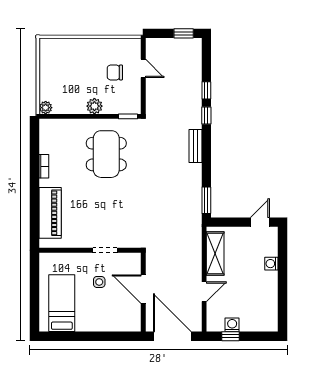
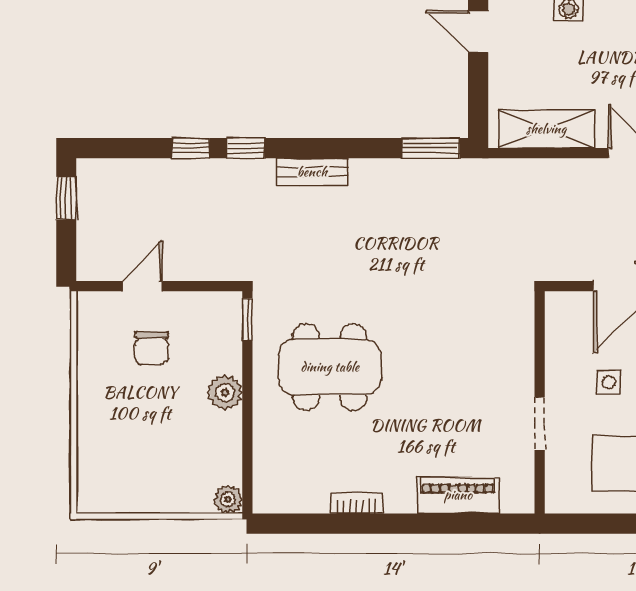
piano: (50, 213) -> (458, 495), width x0.73, depth x0.75
doorway: (105, 250) -> (540, 424), moved

